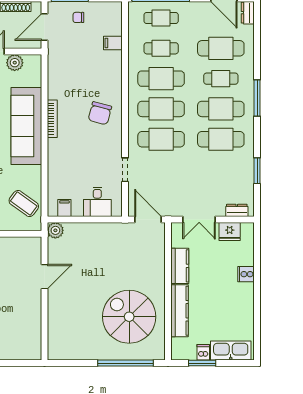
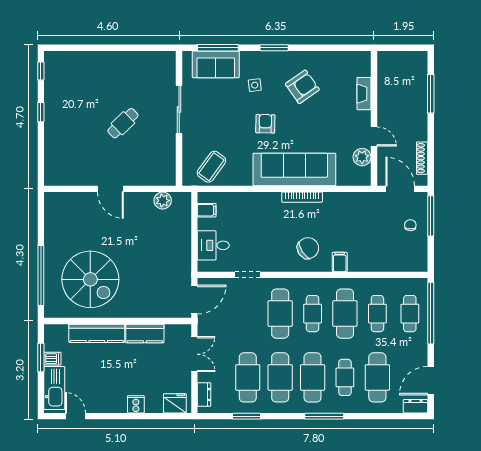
filing cabinet: (113, 43) -> (340, 262), moved
cafe table: (161, 109) -> (313, 314), width x0.73, depth x0.74
chair: (100, 113) -> (308, 248), turned 131
cafe table: (221, 170) -> (248, 377), added
double door: (199, 219) -> (194, 354), swing flipped
plant: (55, 230) -> (163, 201), moved
fridge: (230, 231) -> (175, 403), moved, turned 90
door: (45, 277) -> (110, 189), moved
spiral stairs: (129, 317) -> (90, 279), turned 90
door: (257, 331) -> (76, 416), added

